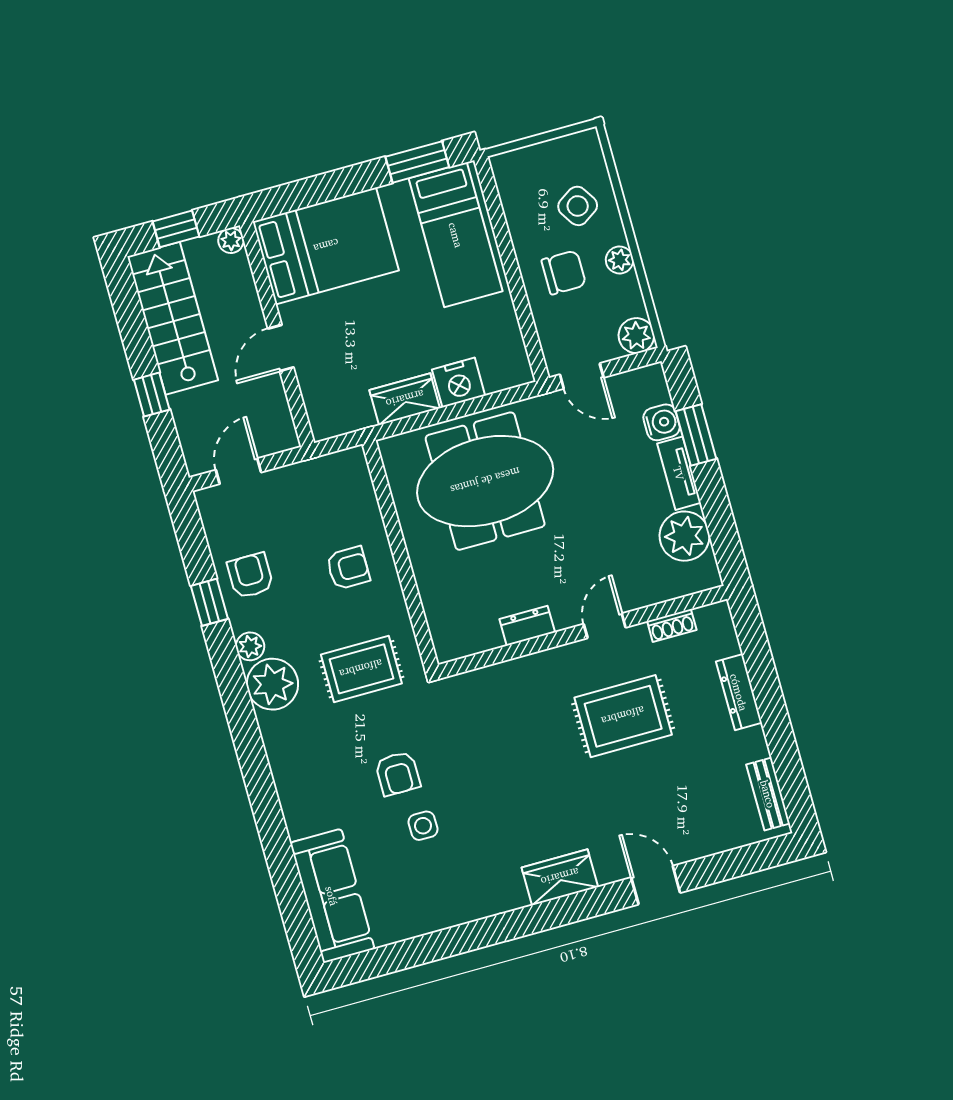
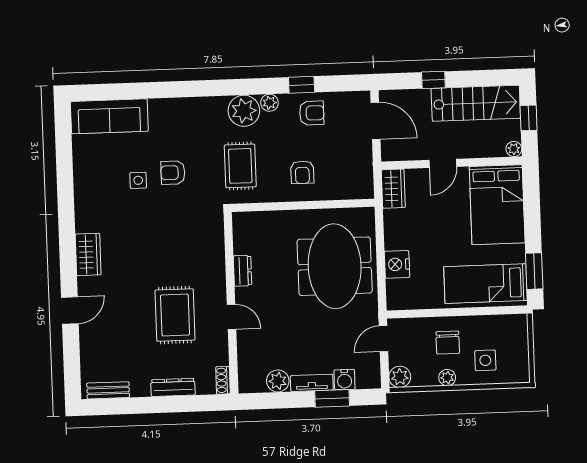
side table: (578, 206) -> (485, 360), turned 33
door: (281, 348) -> (443, 163), swing flipped
wardrobe: (405, 399) -> (393, 189), moved
door: (239, 471) -> (375, 121), width x1.38
plant: (684, 536) -> (278, 381), width x0.73, depth x0.73
shoe rack: (672, 625) -> (223, 380), moved

